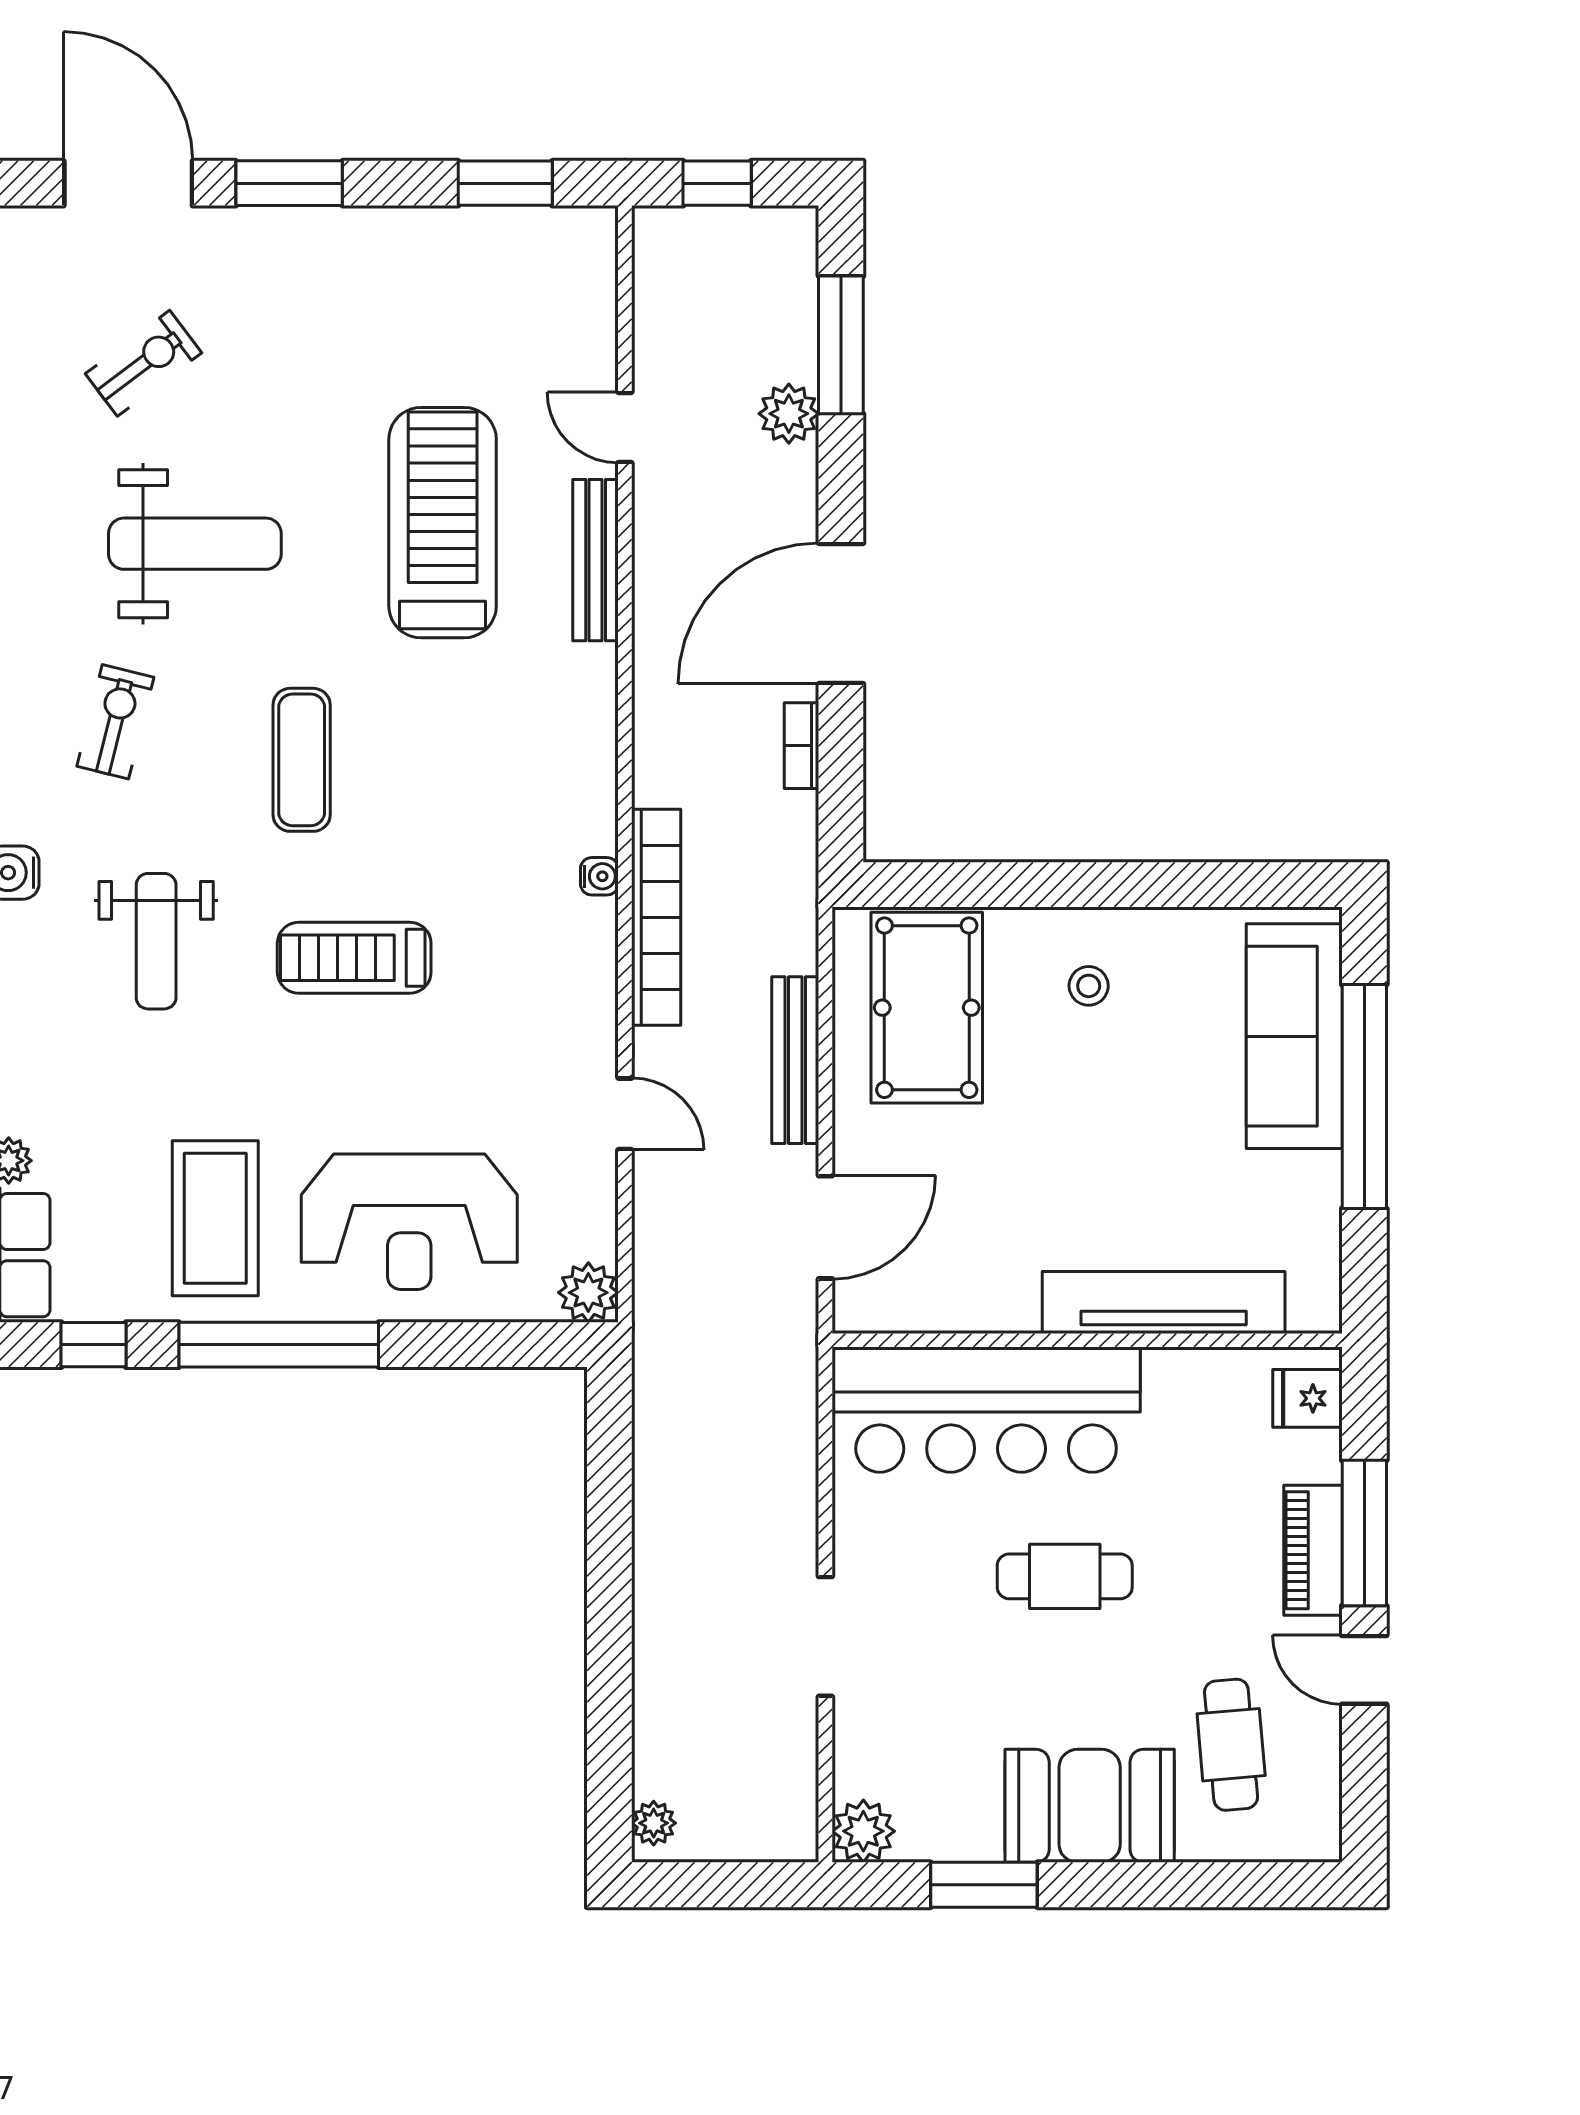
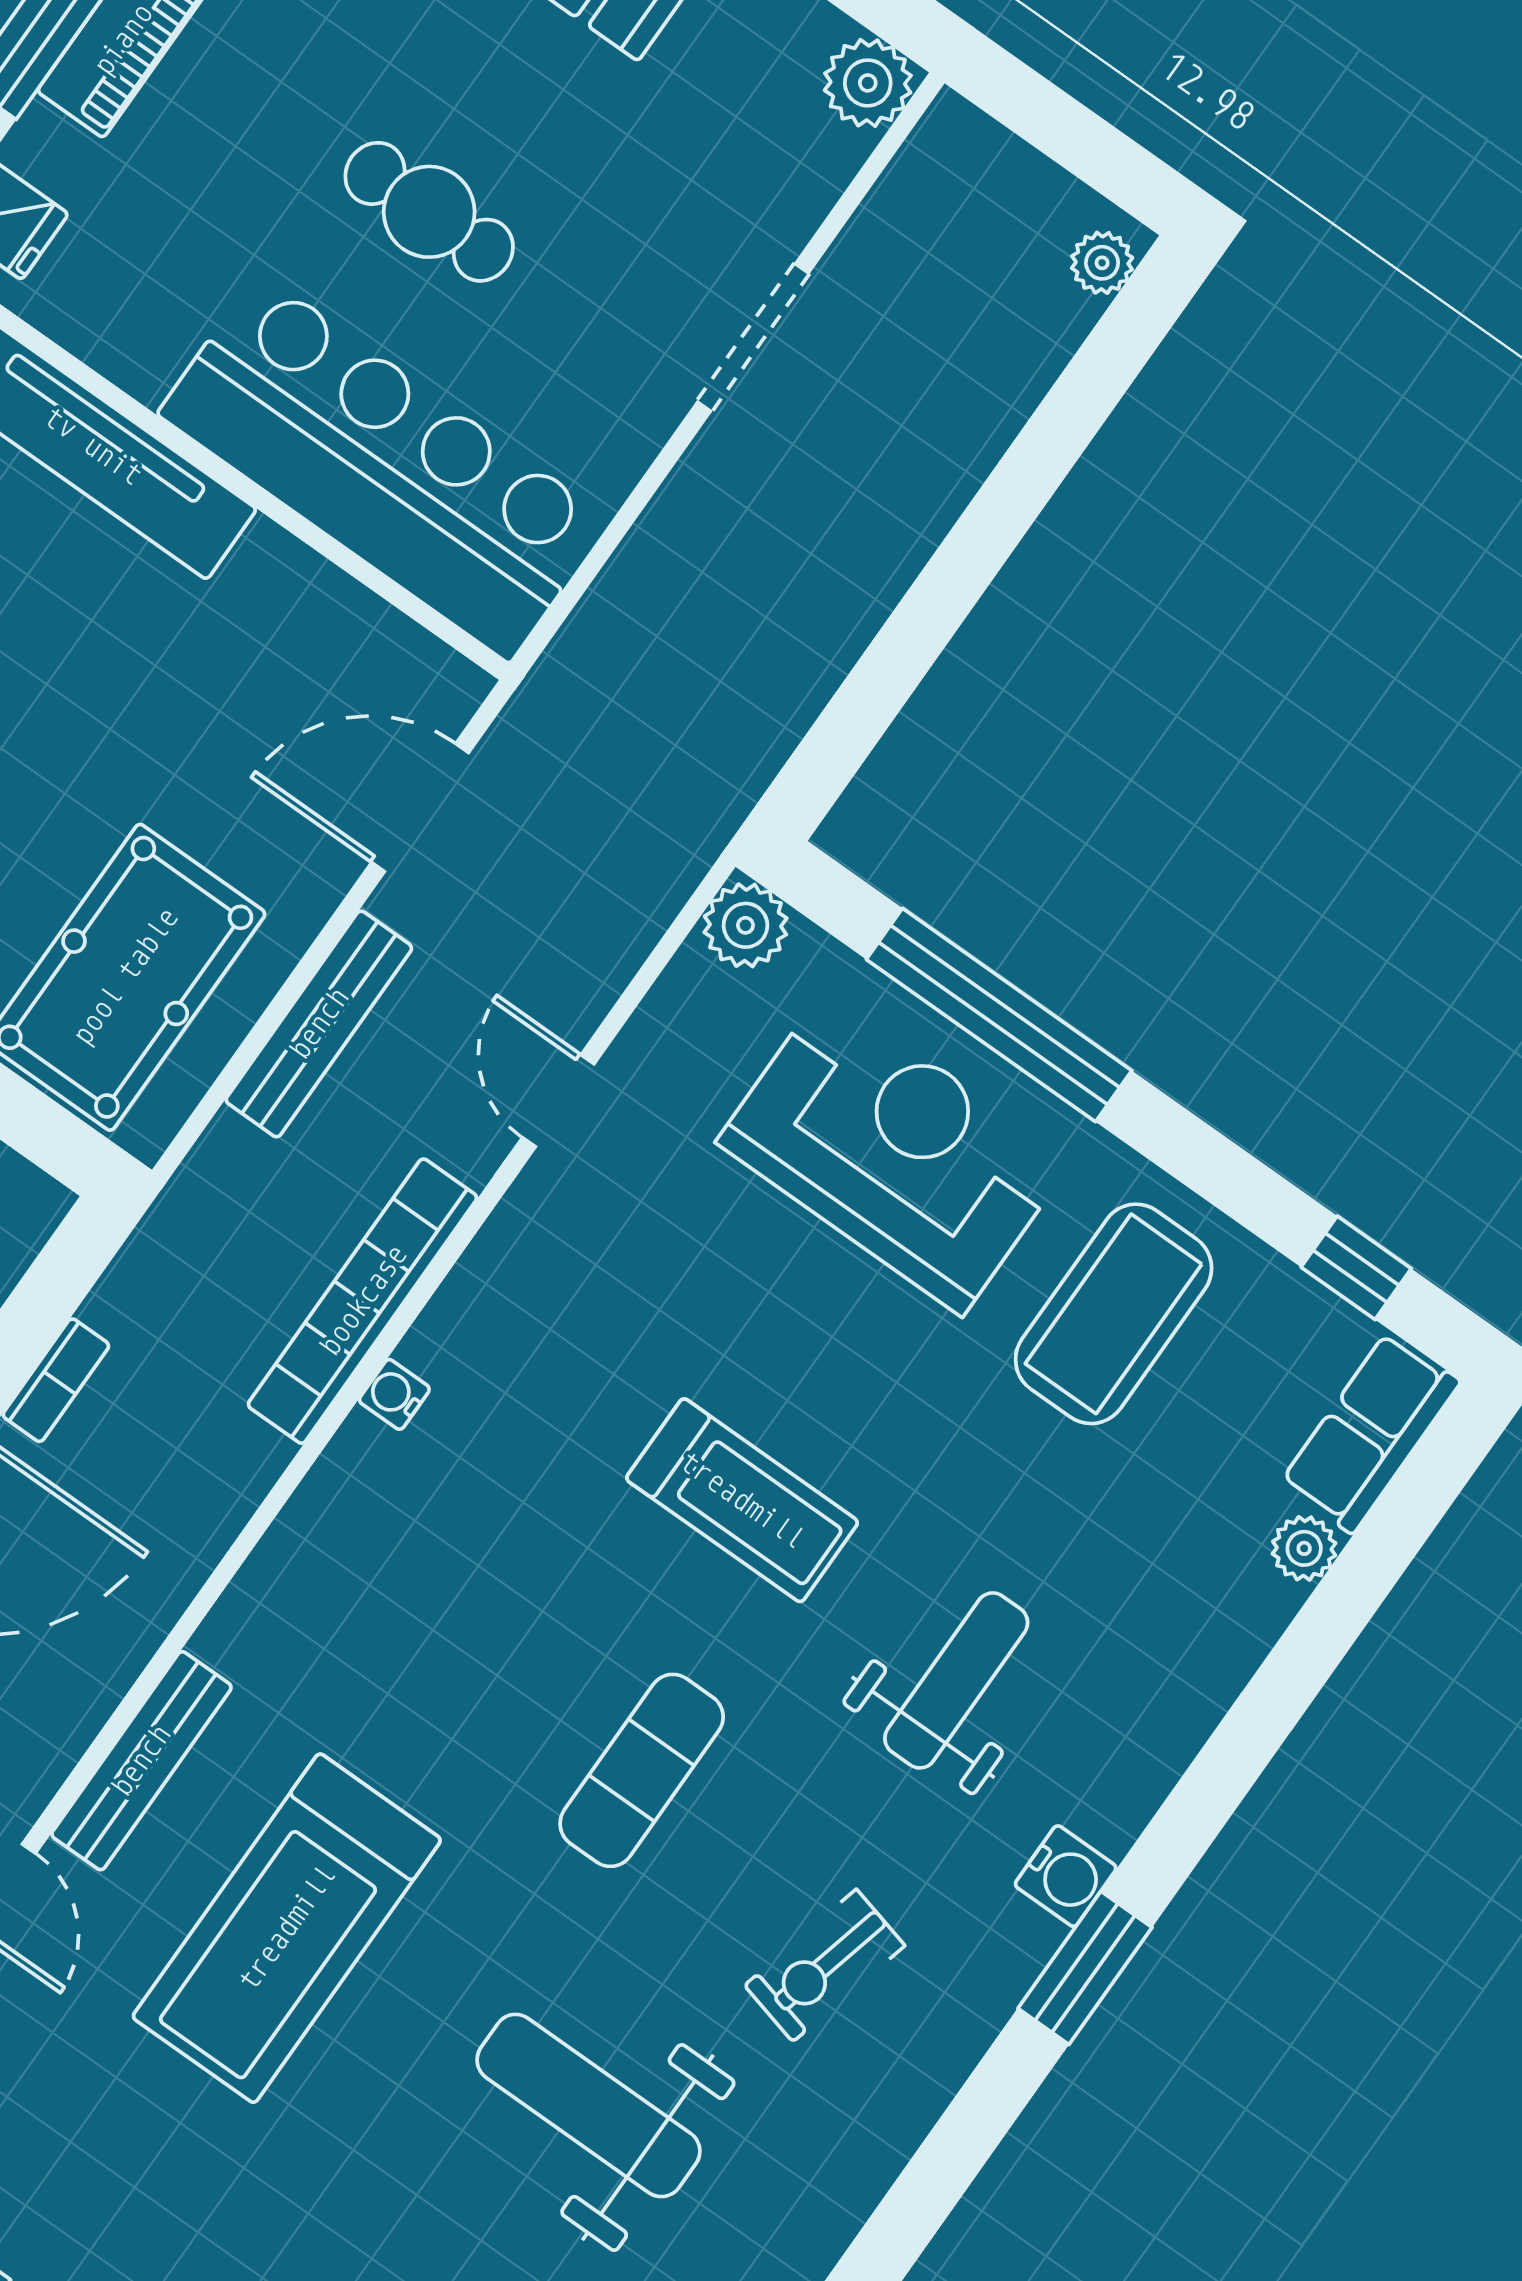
window: (279, 1345) -> (999, 1015), moved

